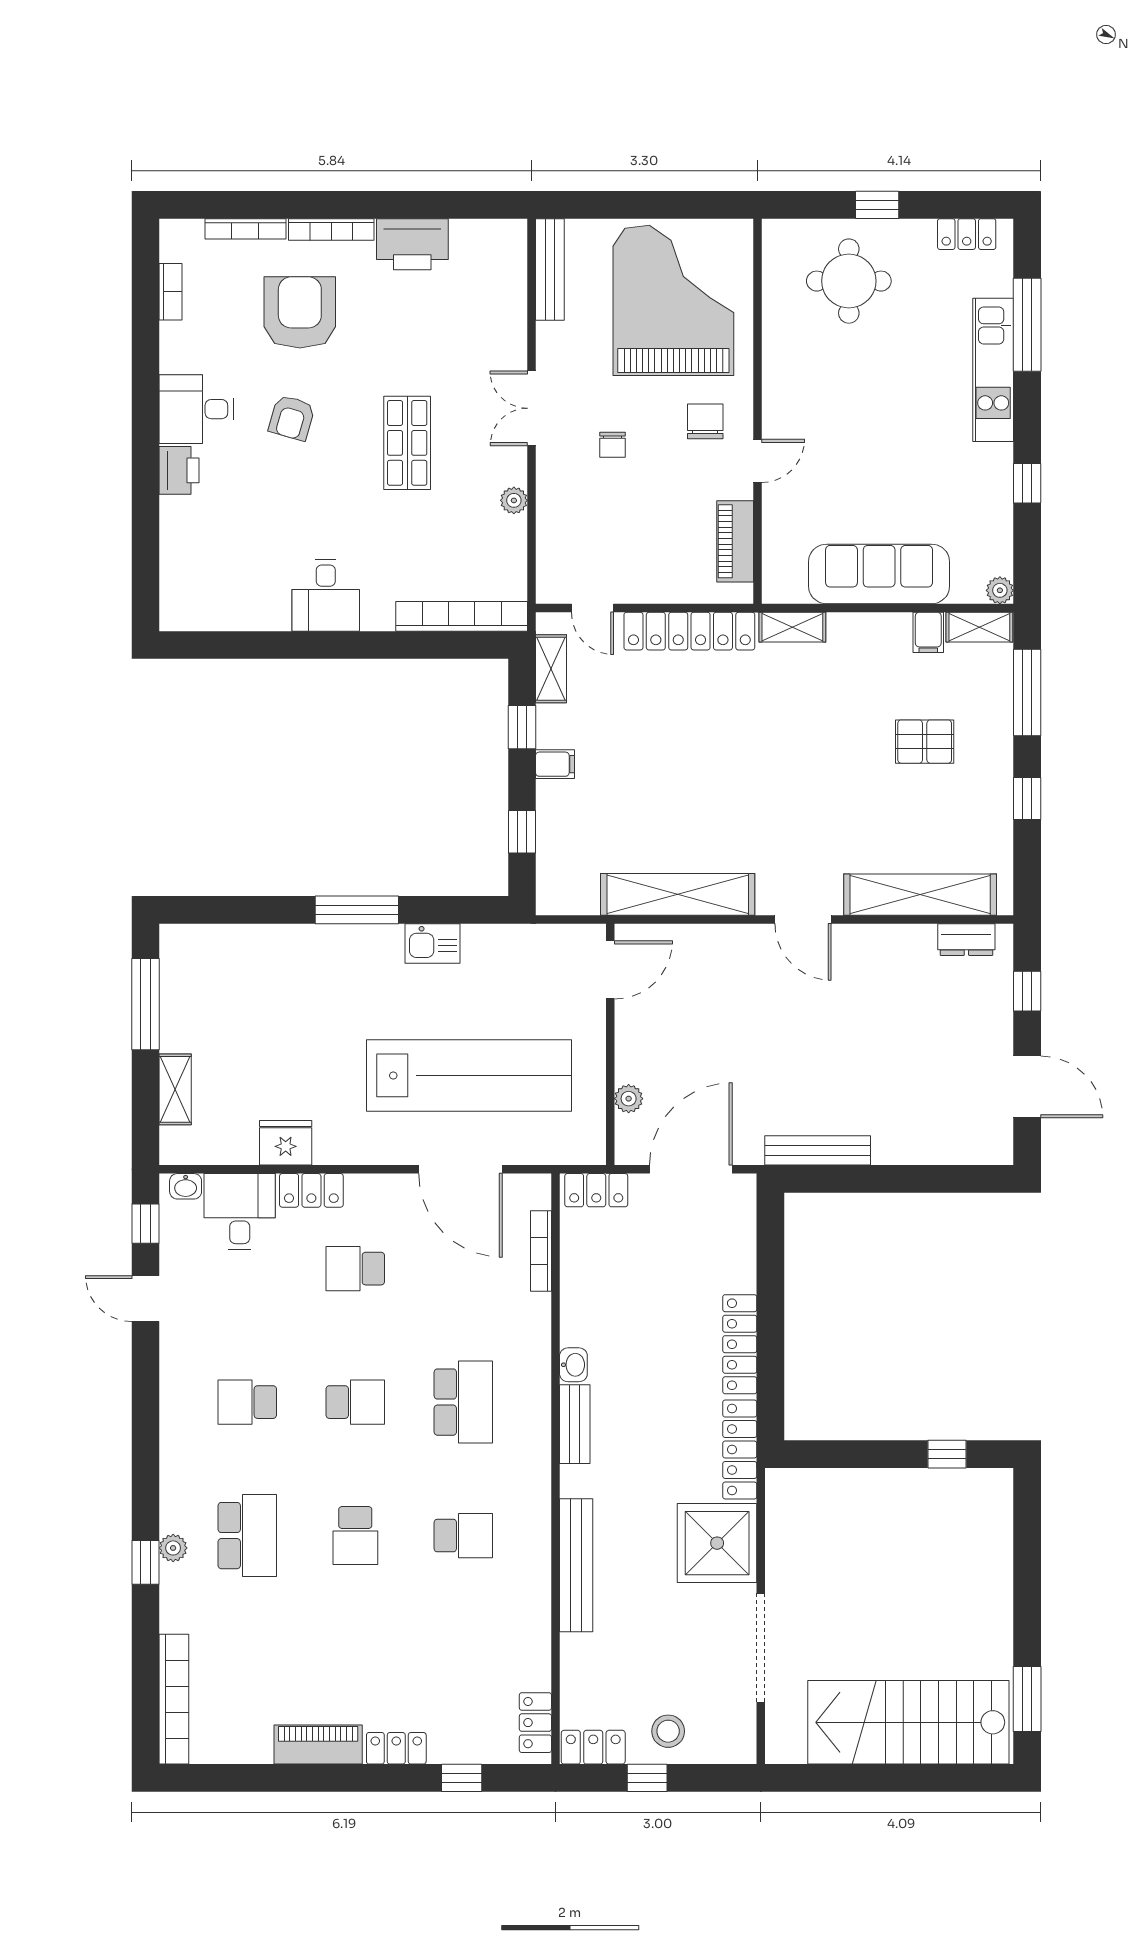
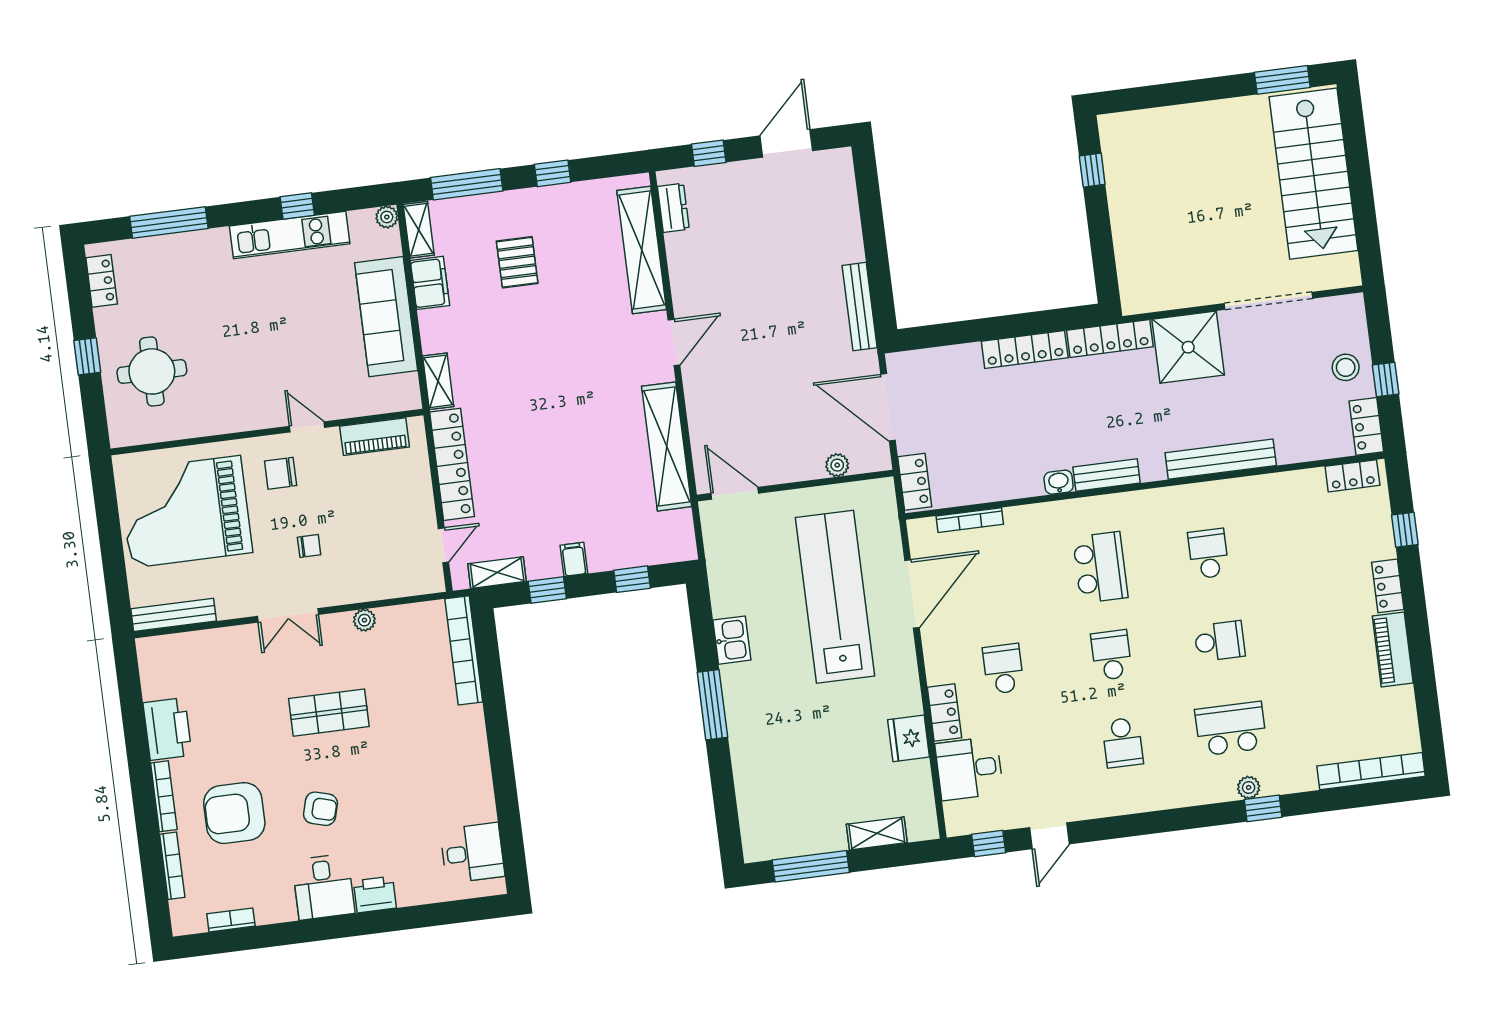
kitchen unit: (993, 370) -> (290, 235), moved
desk: (326, 595) -> (472, 853), moved
filing cabinet: (928, 632) -> (430, 283), width x2.00
washbasin: (186, 1186) -> (954, 815), removed
school desk: (355, 1269) -> (1003, 669), turned 180
school desk: (463, 1402) -> (1100, 567), turned 90

